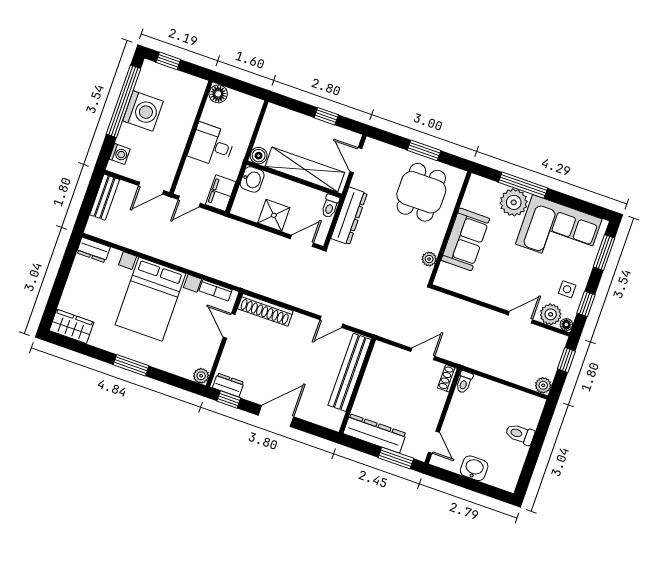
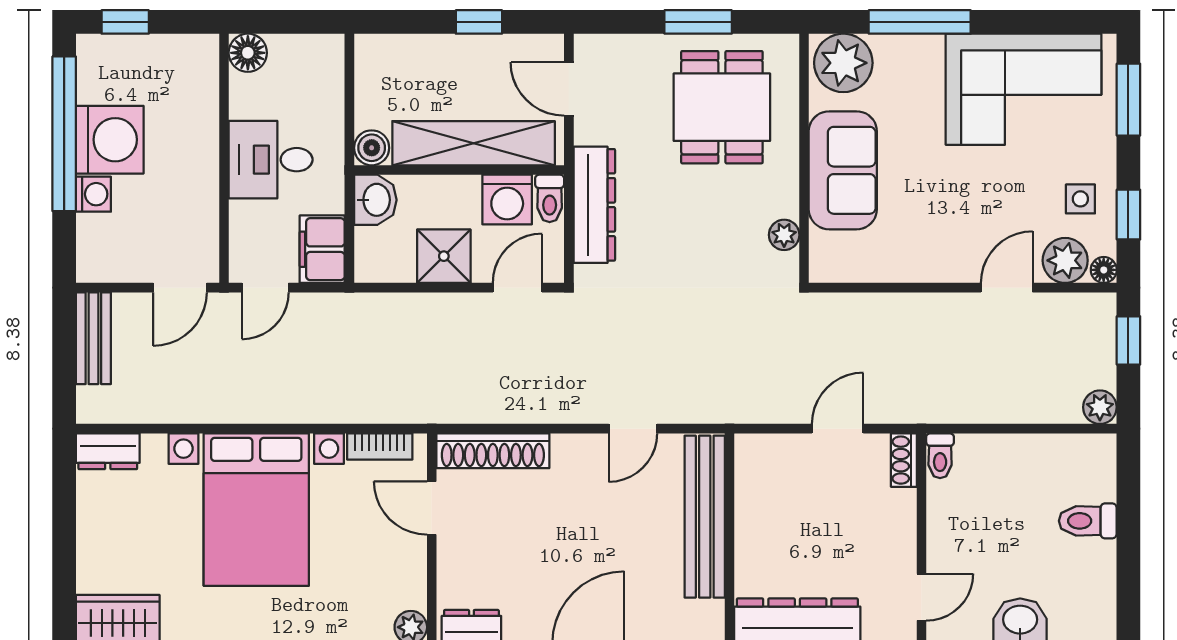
washing machine: (120, 154) -> (93, 194), moved
washing machine: (311, 200) -> (507, 200), added
plant: (514, 202) -> (843, 63), moved
door: (434, 442) -> (922, 597), hinge flipped

